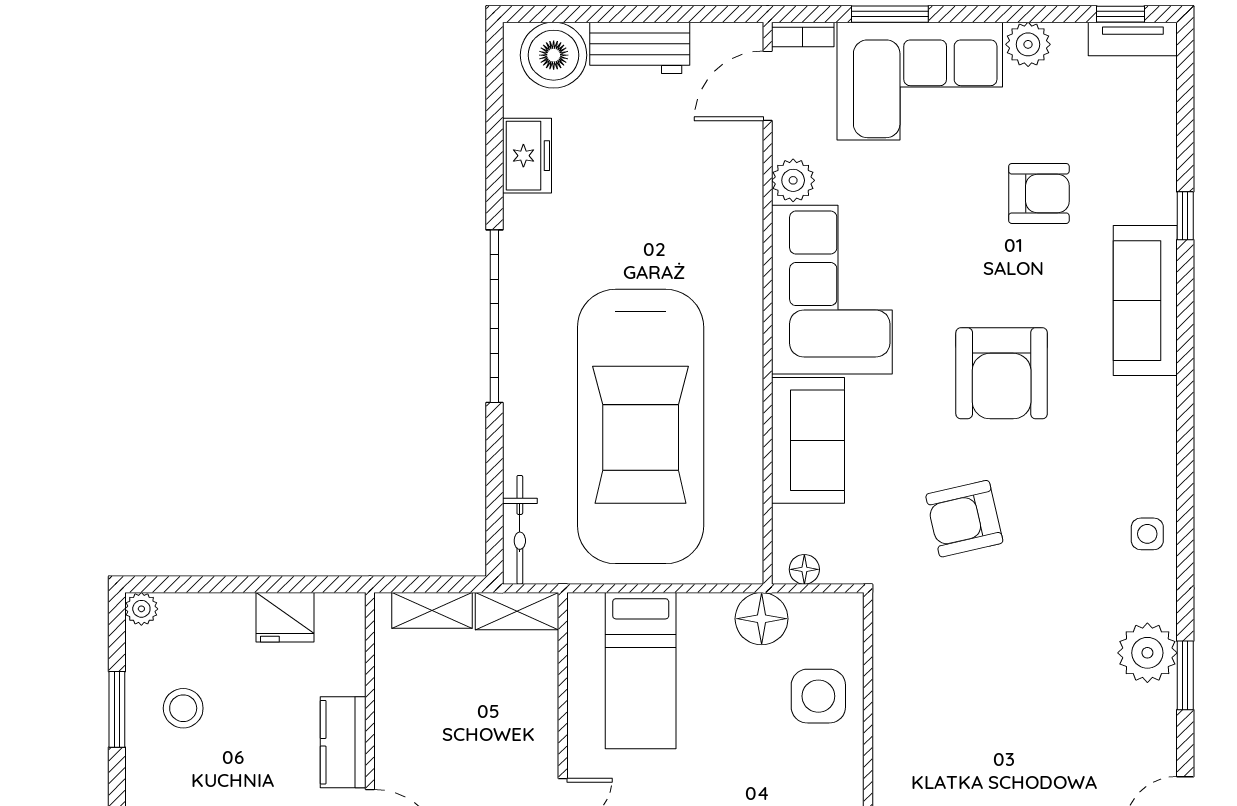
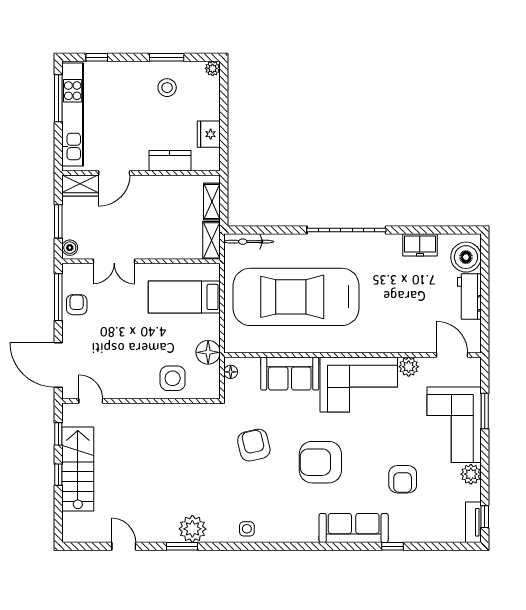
bookcase: (803, 35) -> (475, 371), removed
kitchen counter: (343, 742) -> (170, 161), moved

